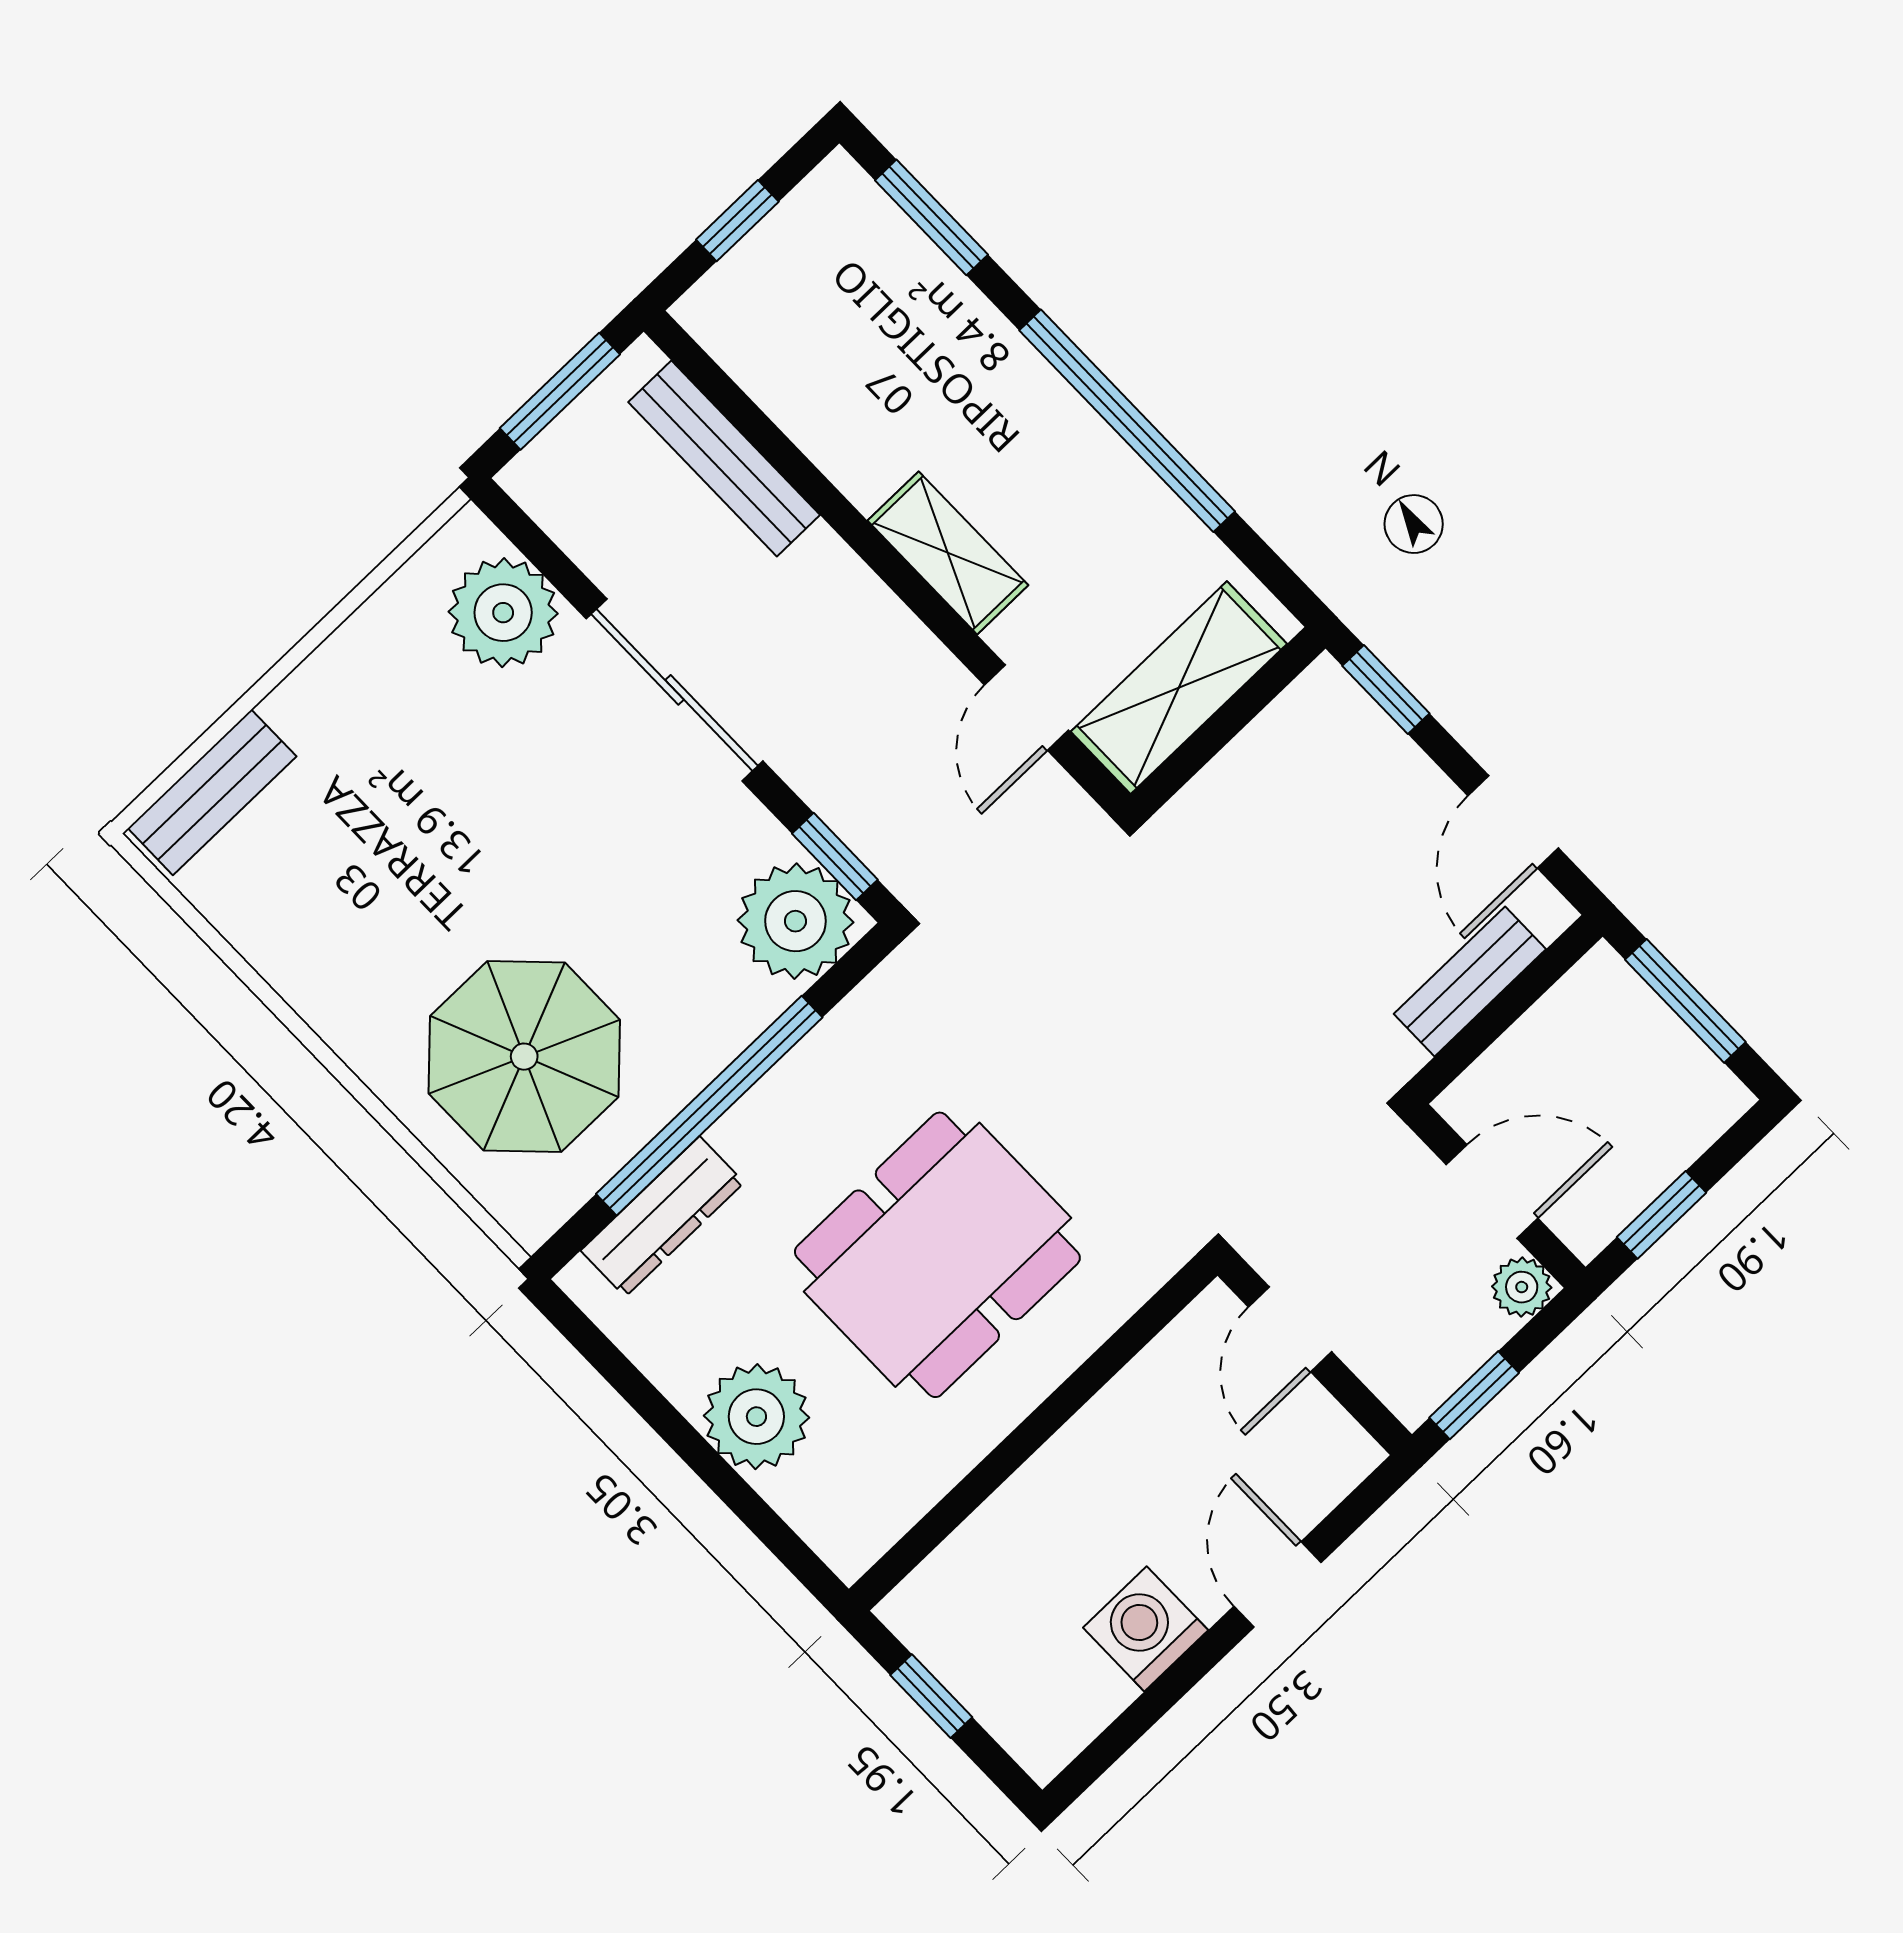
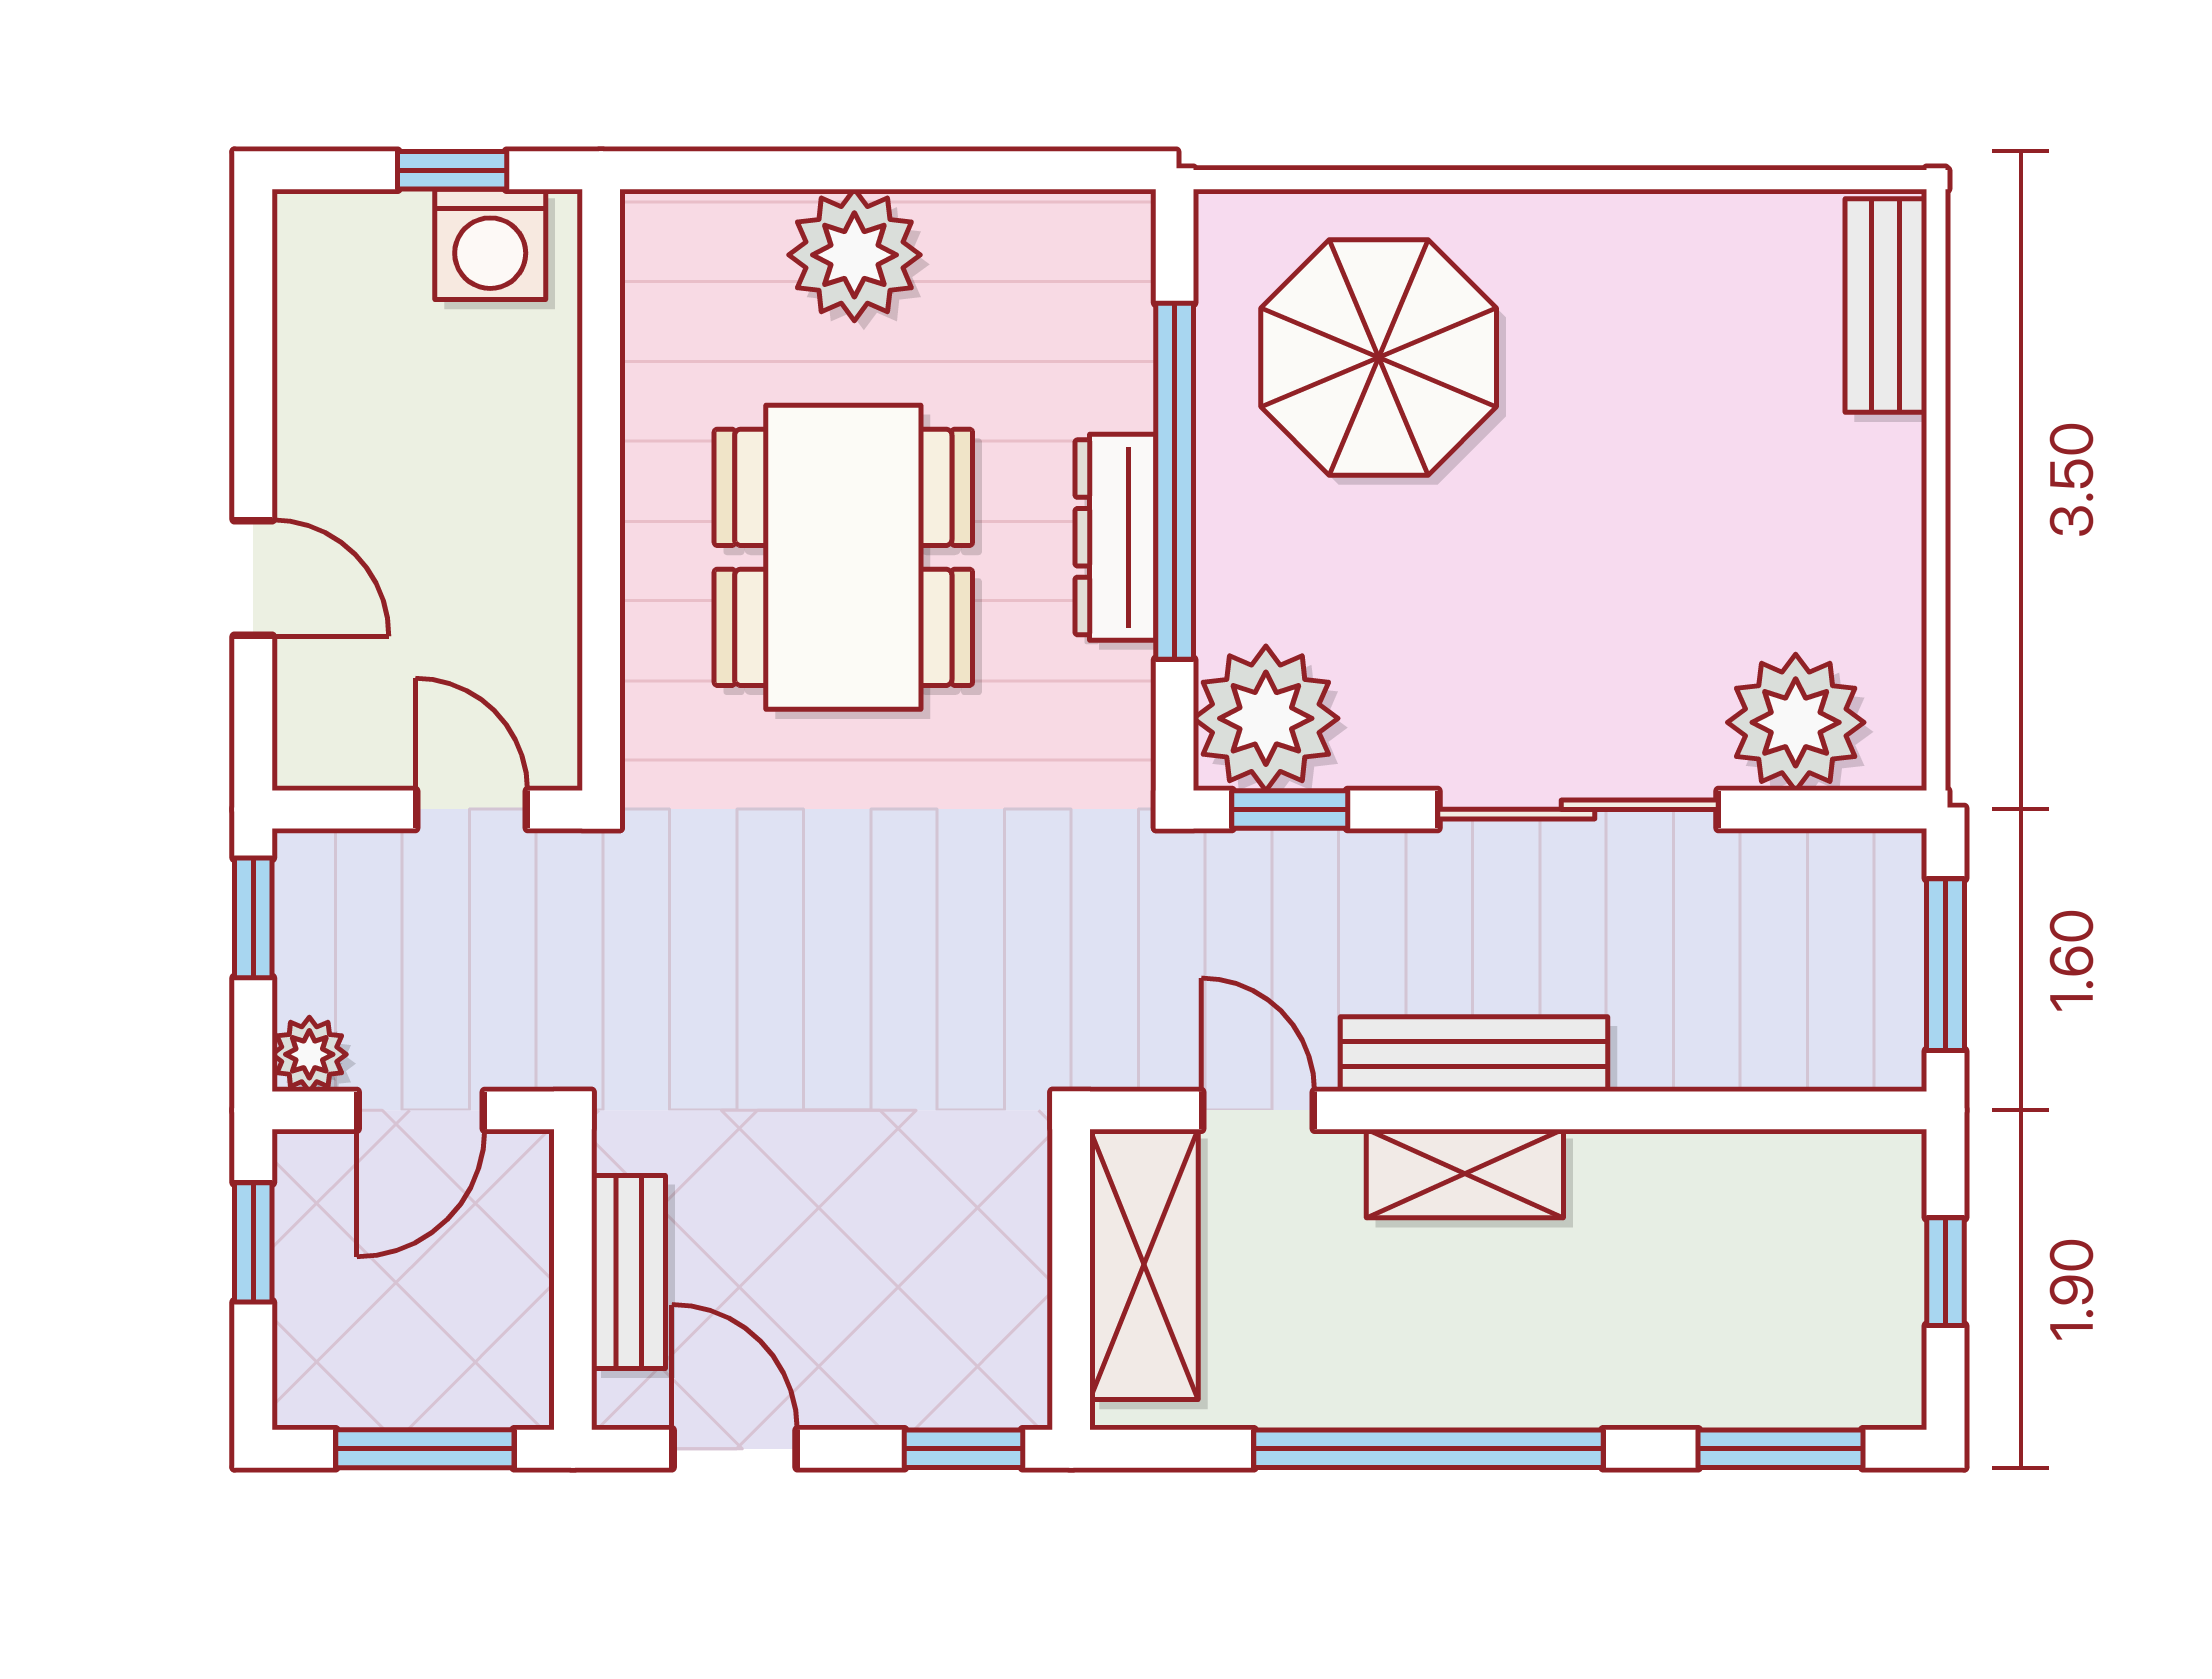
bench: (724, 459) -> (1474, 1054), moved
dresser: (662, 1217) -> (1115, 537), moved
washing machine: (1146, 1629) -> (490, 244), moved, turned 90

